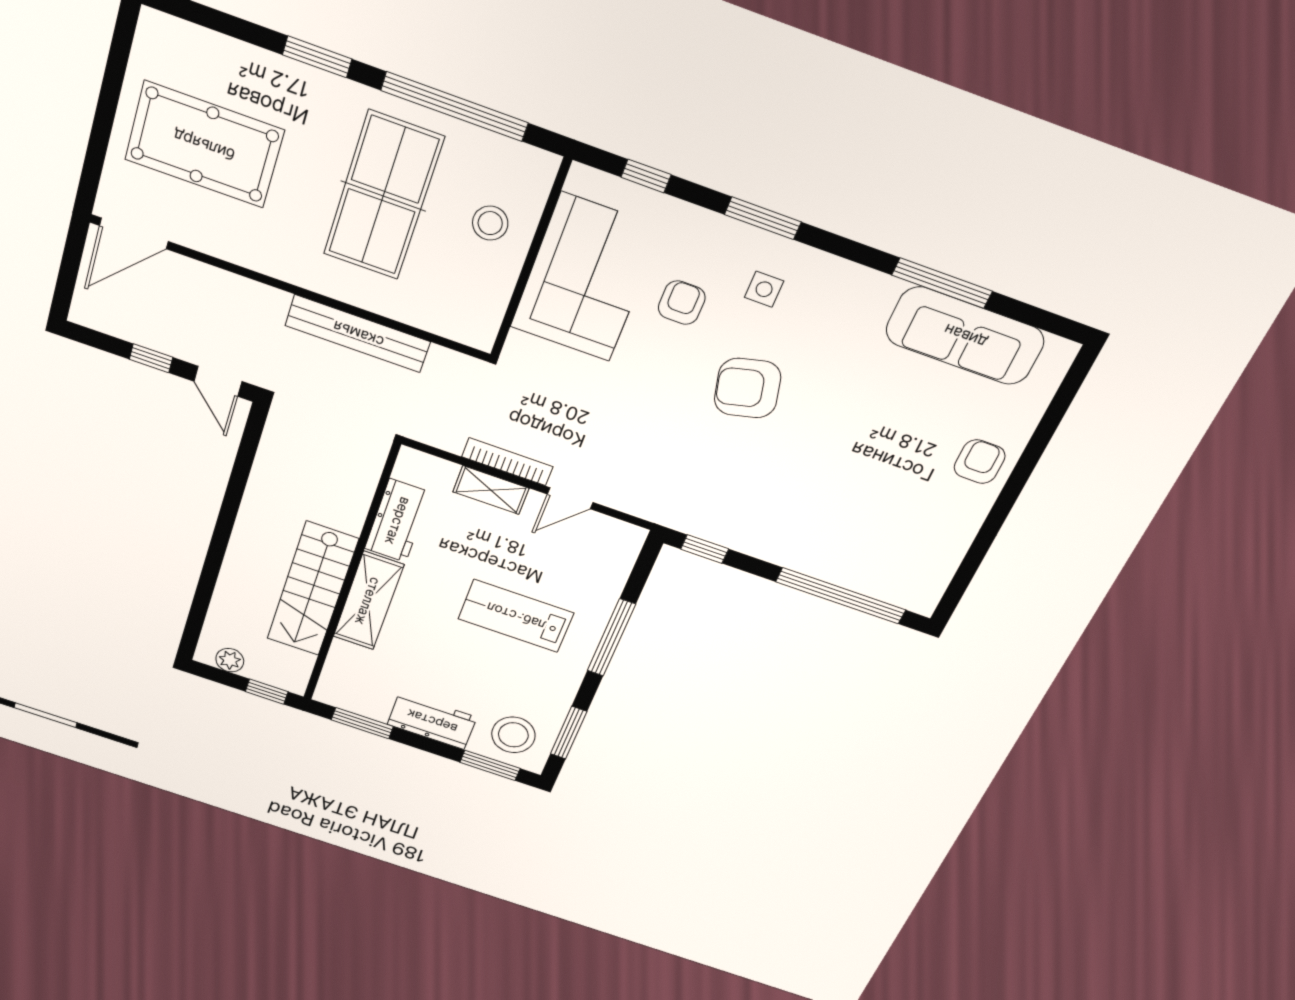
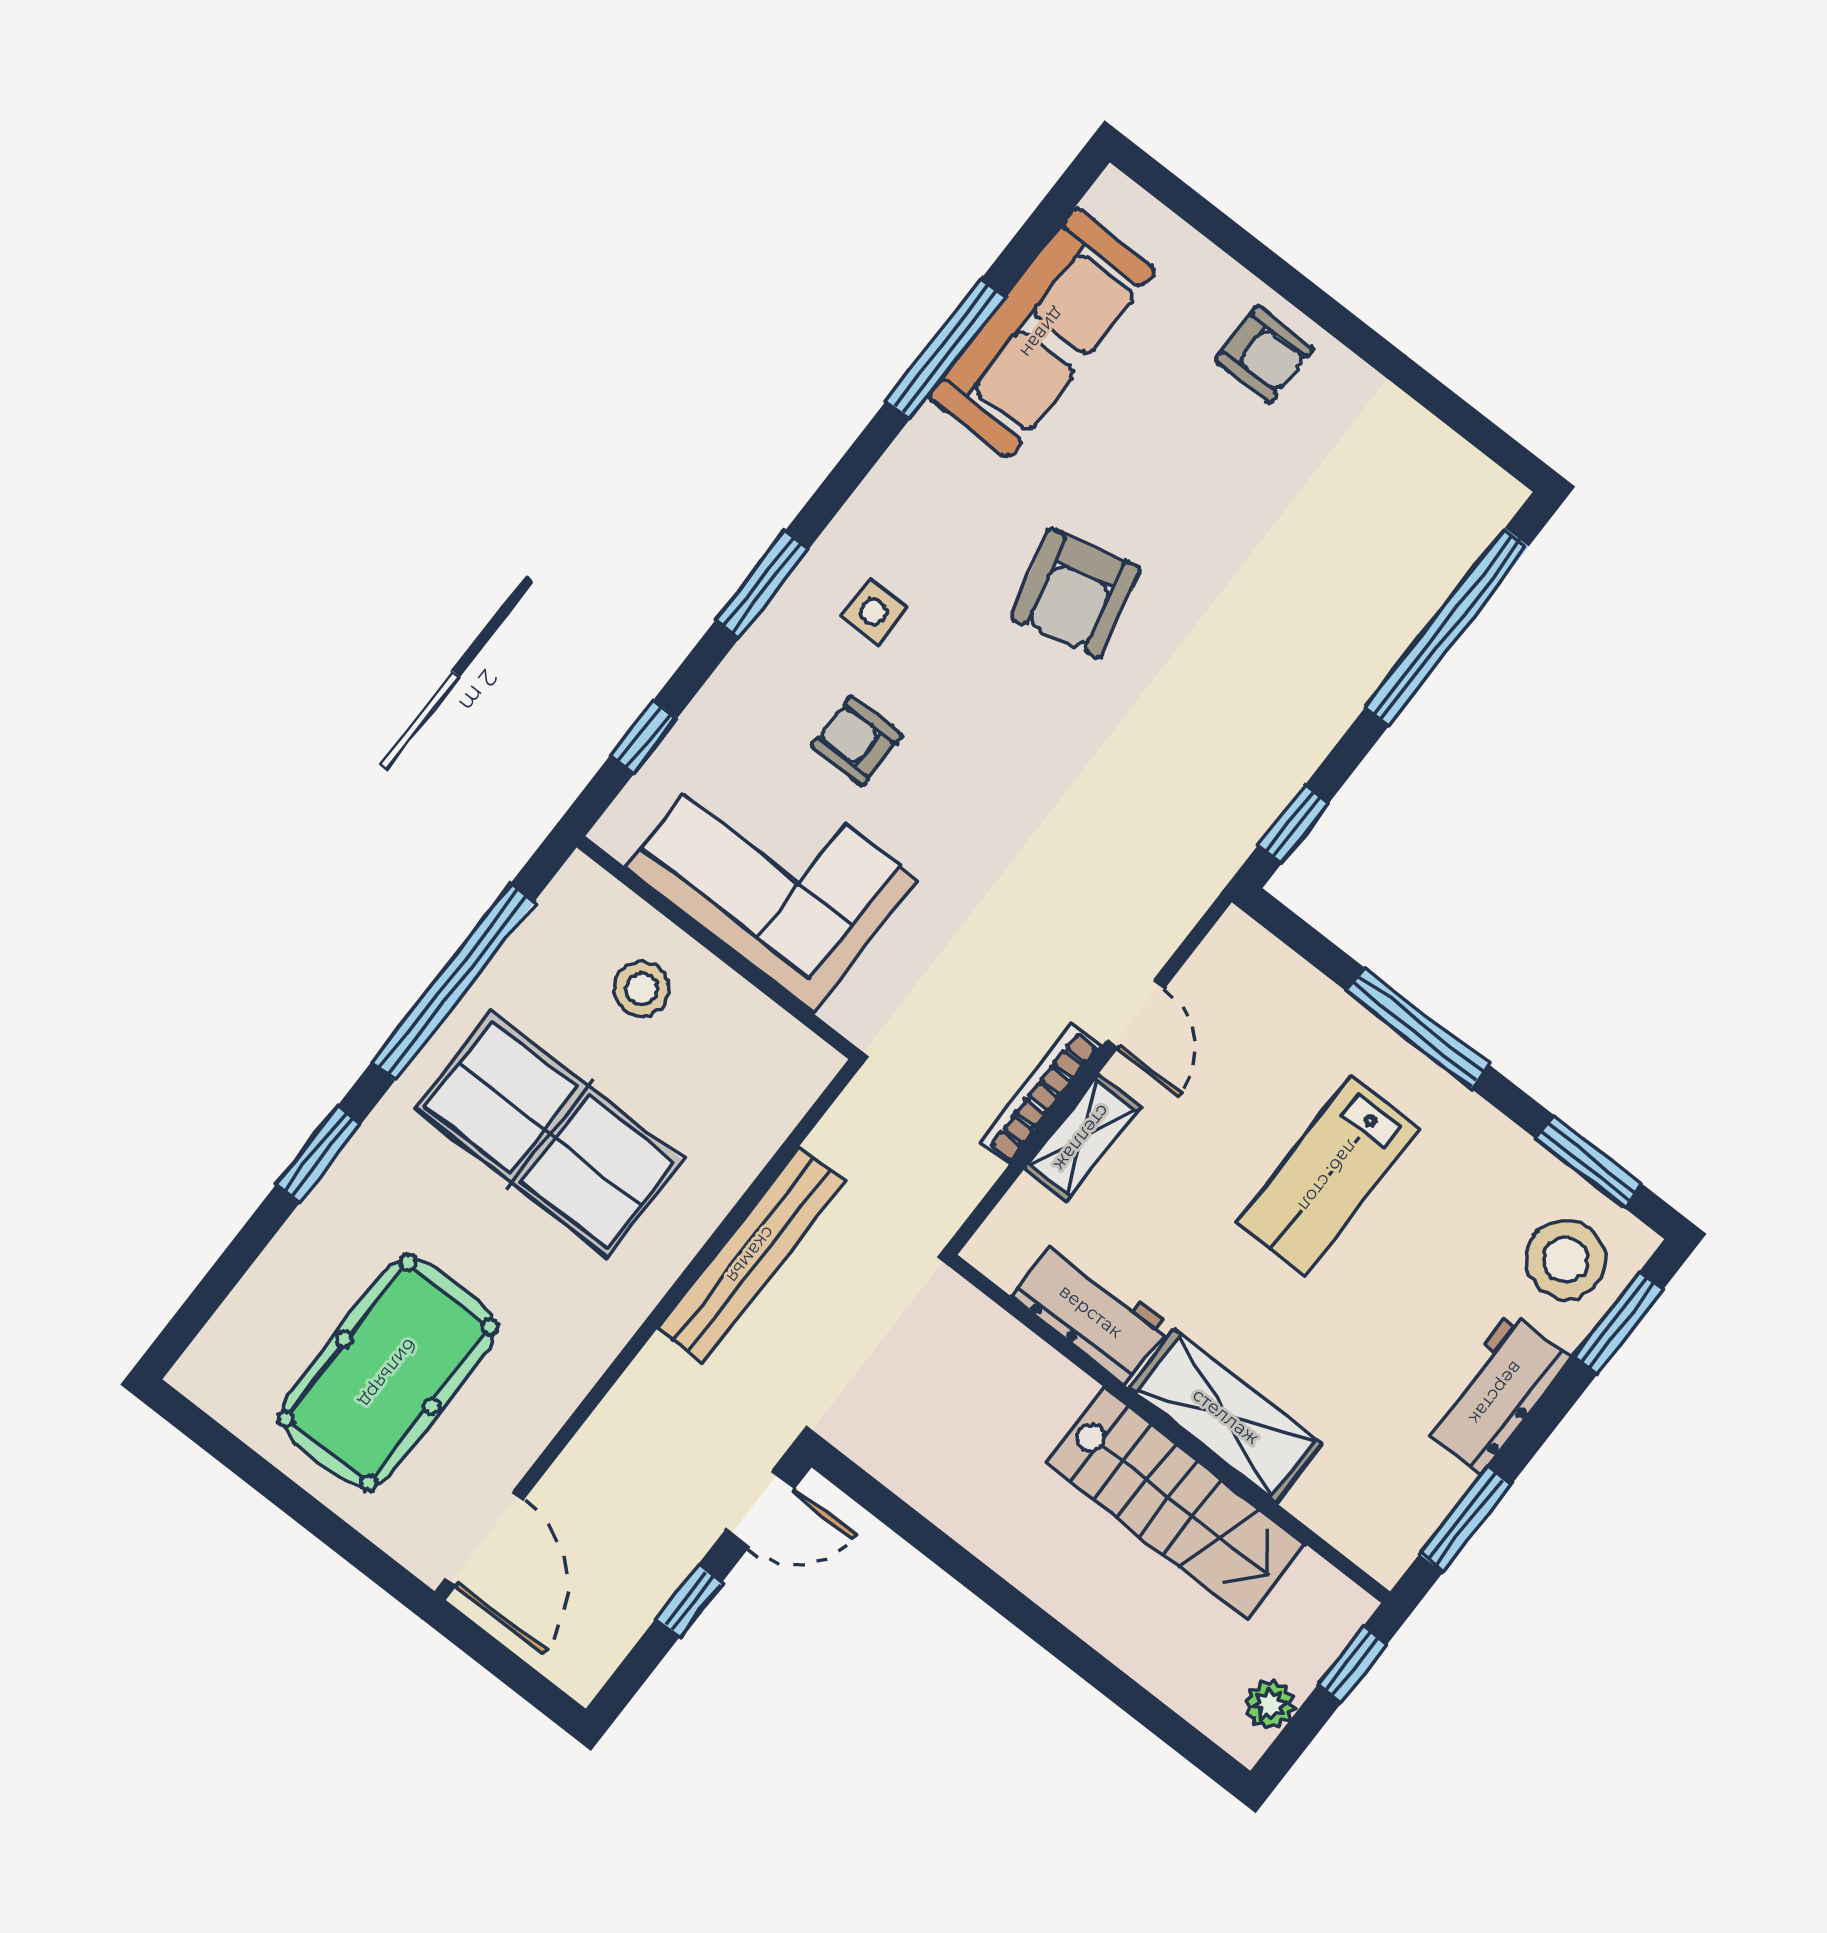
armchair: (747, 388) -> (1075, 593), moved
armchair: (980, 462) -> (1264, 354), turned 180

